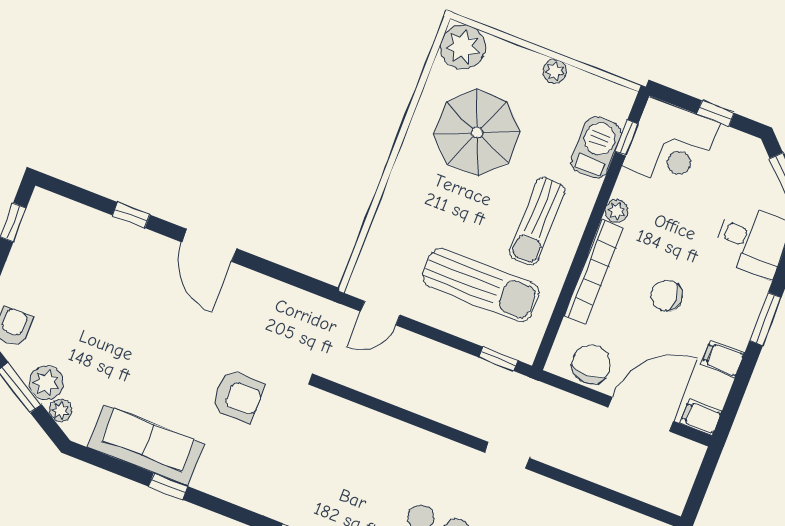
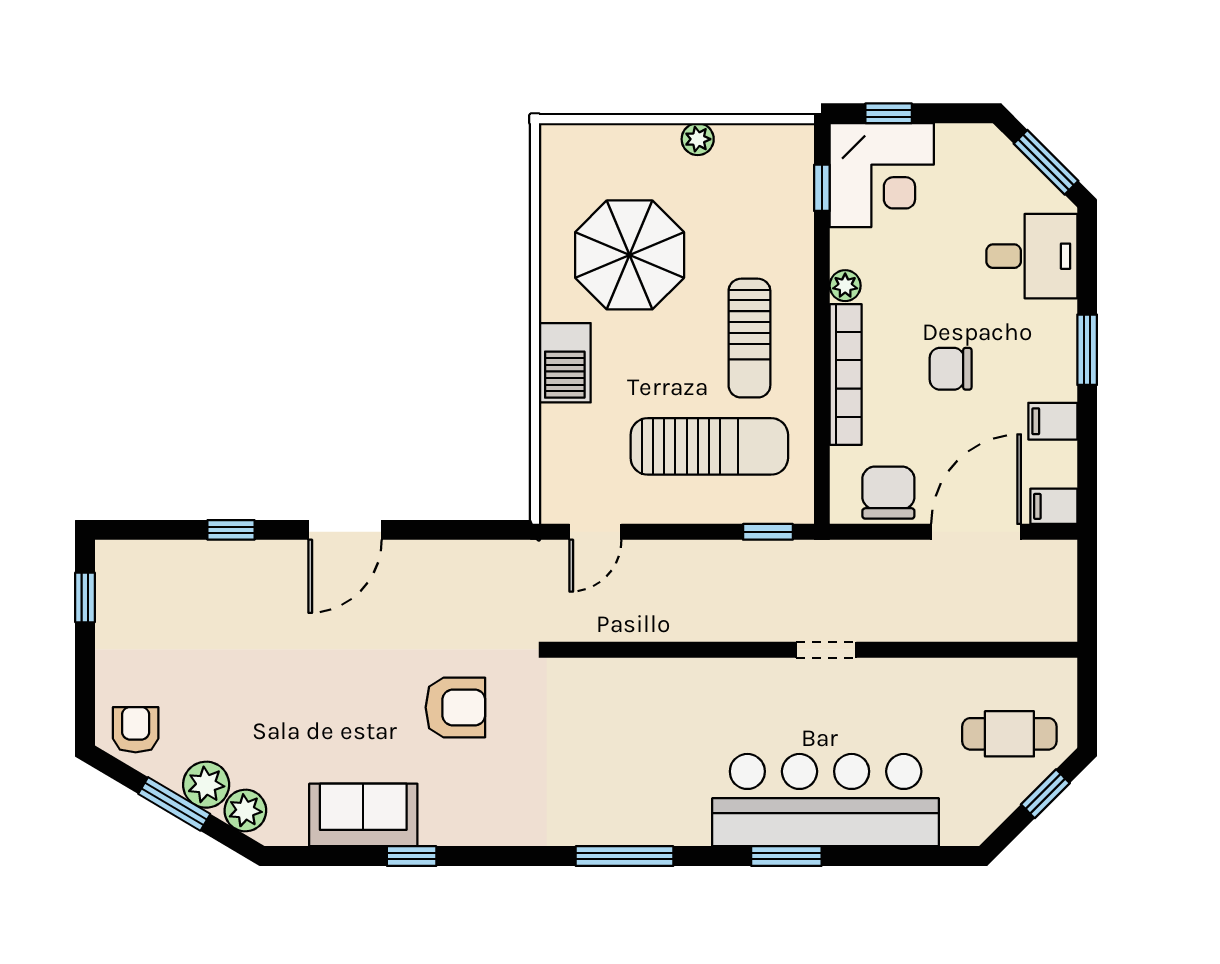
plant: (463, 47) -> (569, 153), removed
window: (715, 113) -> (889, 113), moved
barbecue: (596, 147) -> (565, 363), moved, turned 180
door: (209, 245) -> (345, 530), hinge flipped
plant: (61, 410) -> (245, 811), width x1.38, depth x1.38
sofa: (146, 445) -> (363, 815), width x0.73

